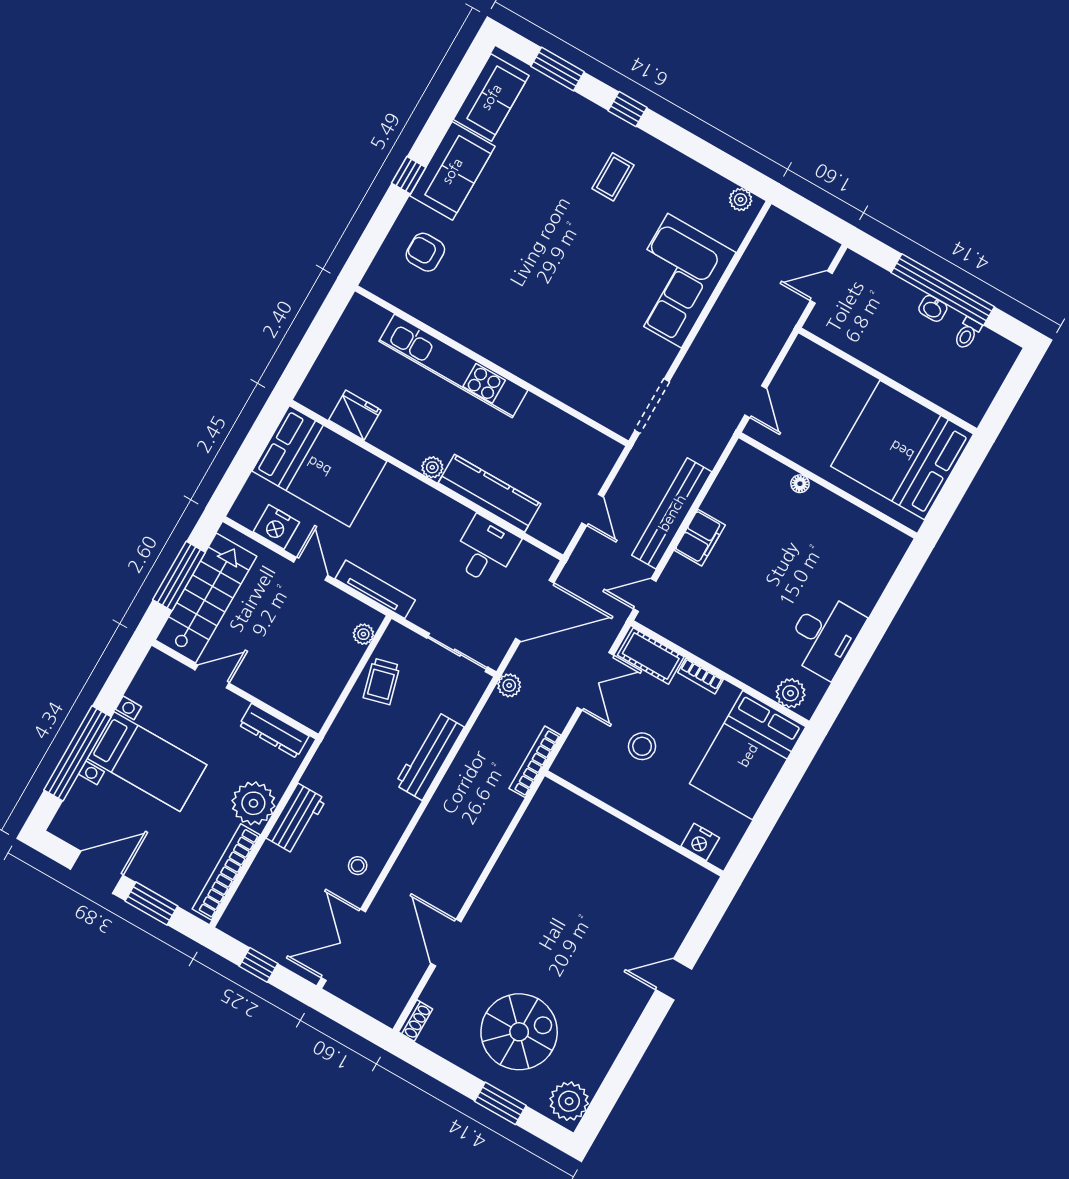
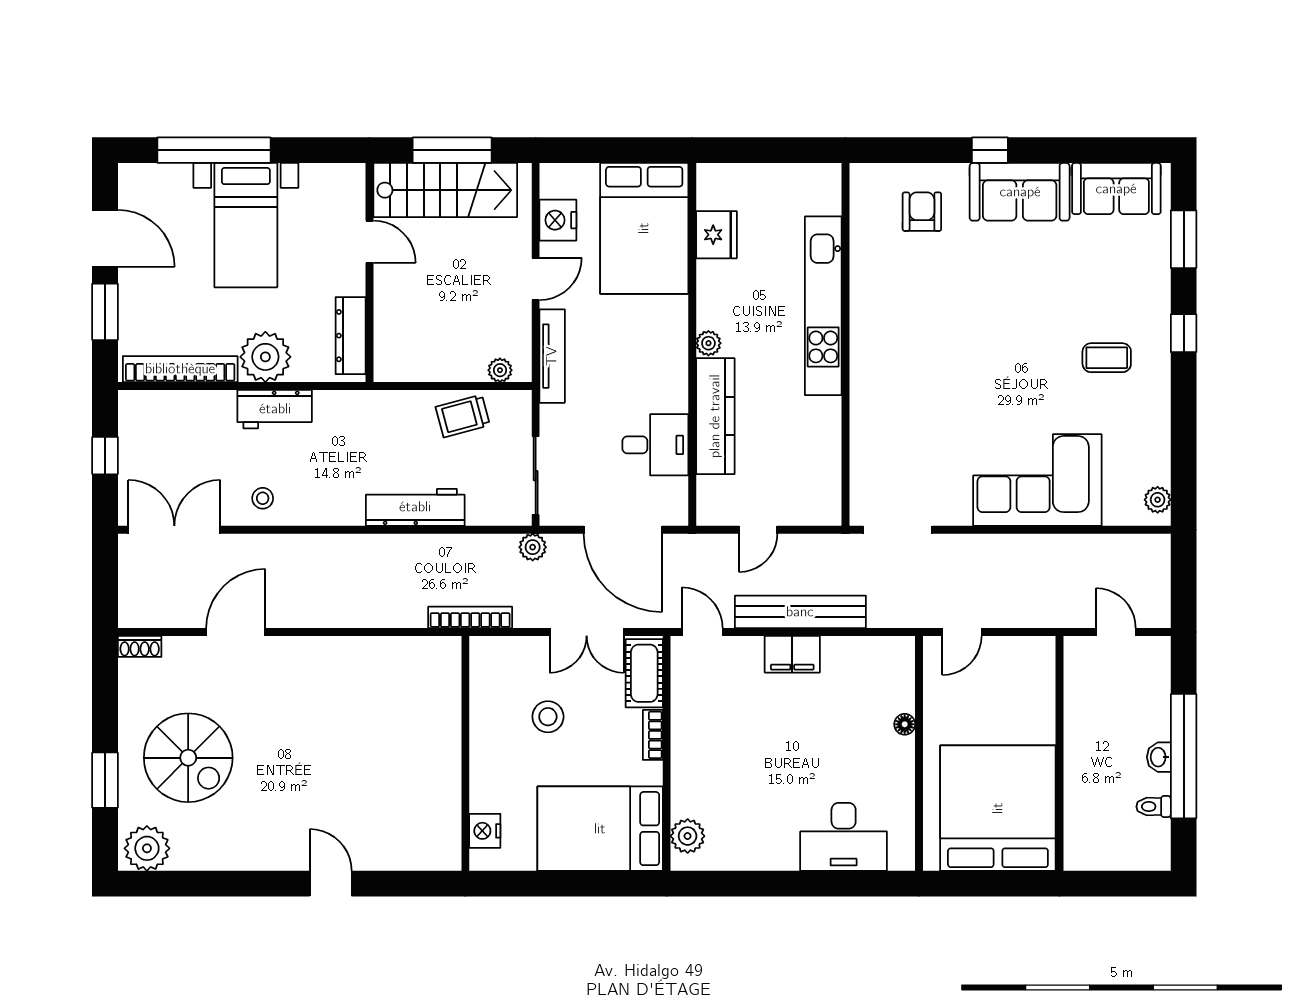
desk: (824, 636) -> (844, 837), moved

